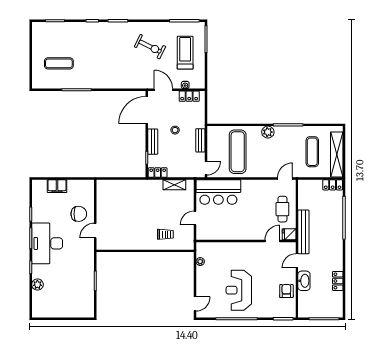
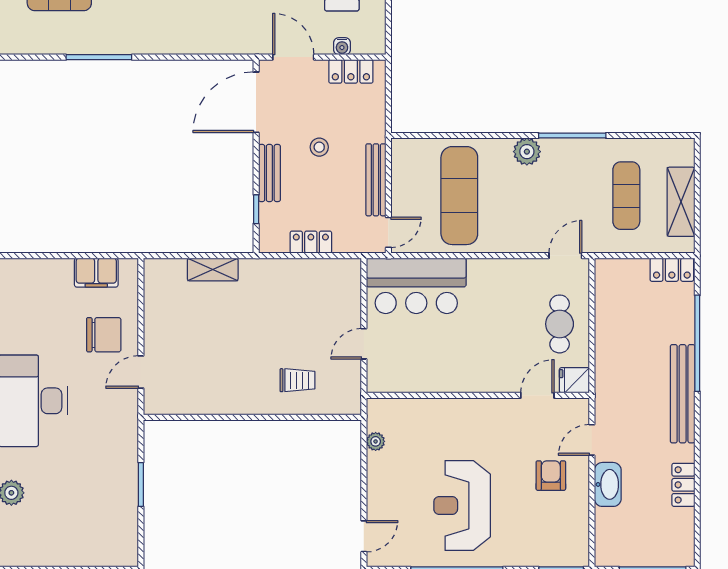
bench: (200, 140) -> (376, 180), width x1.36
shelving: (337, 154) -> (681, 202), width x0.68
locker: (158, 173) -> (311, 242), moved
shelving: (174, 185) -> (213, 270), moved
filing cabinet: (57, 186) -> (96, 273), moved
bench: (303, 232) -> (683, 394), moved
armchair: (286, 291) -> (551, 476), moved

